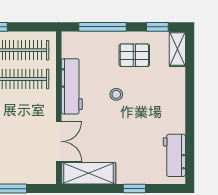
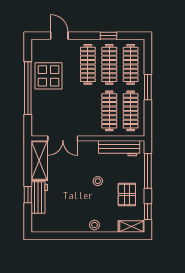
workbench: (72, 86) -> (119, 148), moved
stool: (175, 99) -> (94, 225), added
workbench: (174, 155) -> (39, 197), moved, turned 90

